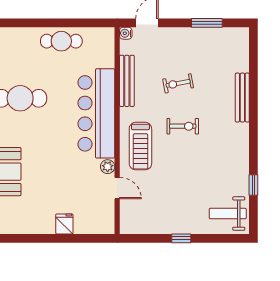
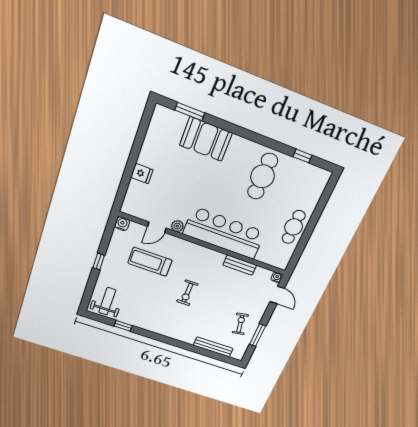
bench: (127, 81) -> (240, 265), width x0.73
exercise bike: (178, 83) -> (240, 324), moved
bench: (242, 98) -> (213, 347), moved
treadmill: (140, 146) -> (150, 262), moved
water cooler: (127, 227) -> (122, 224), added

